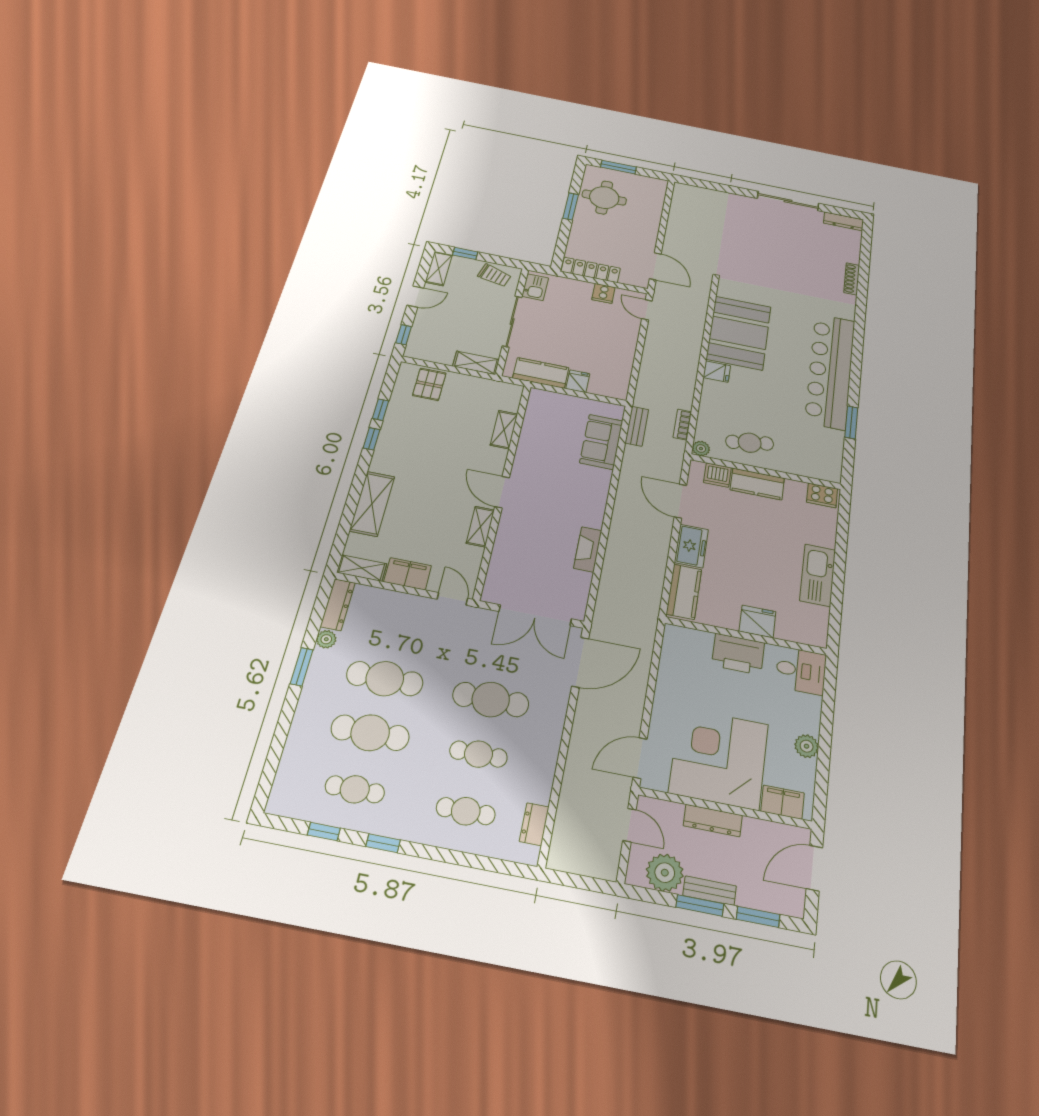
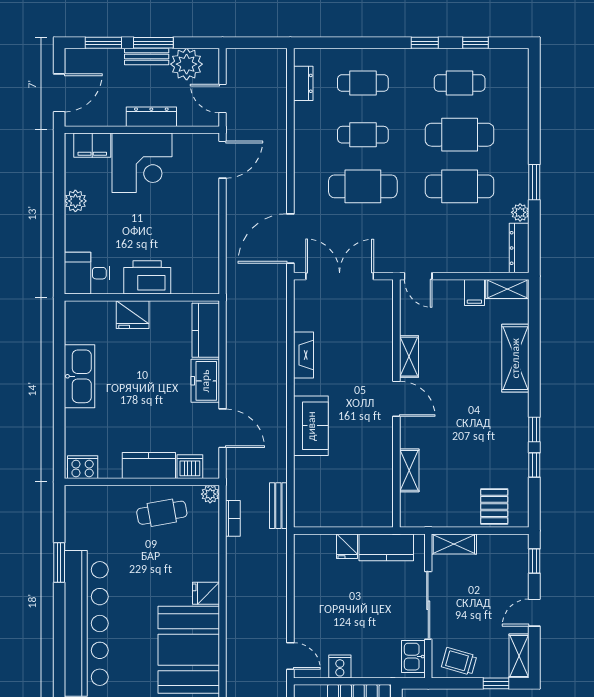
sofa: (601, 442) -> (311, 426), moved
filing cabinet: (408, 574) -> (474, 292), width x0.50
corner desk: (719, 758) -> (142, 163), width x0.74, depth x0.74

